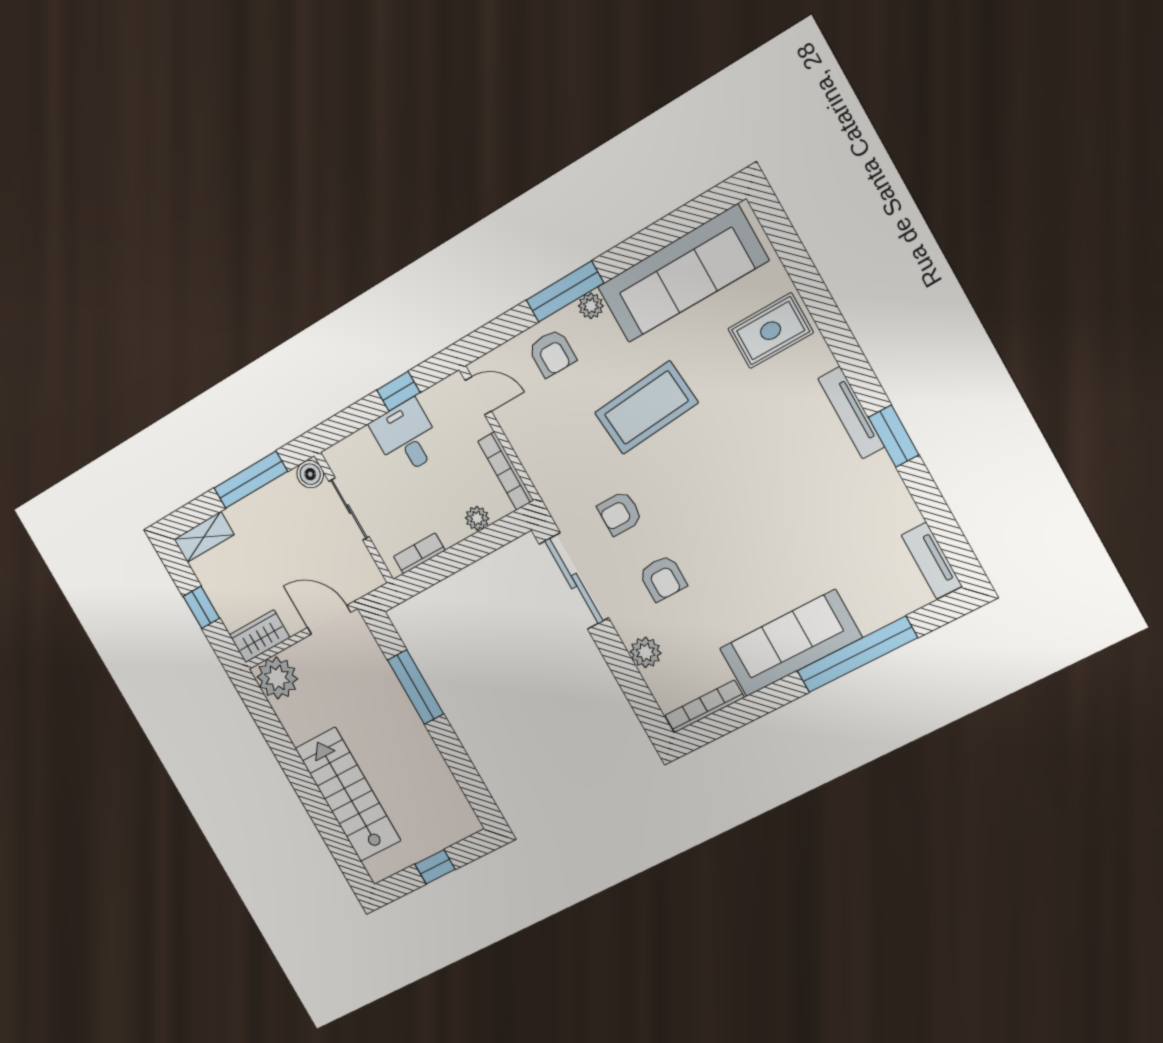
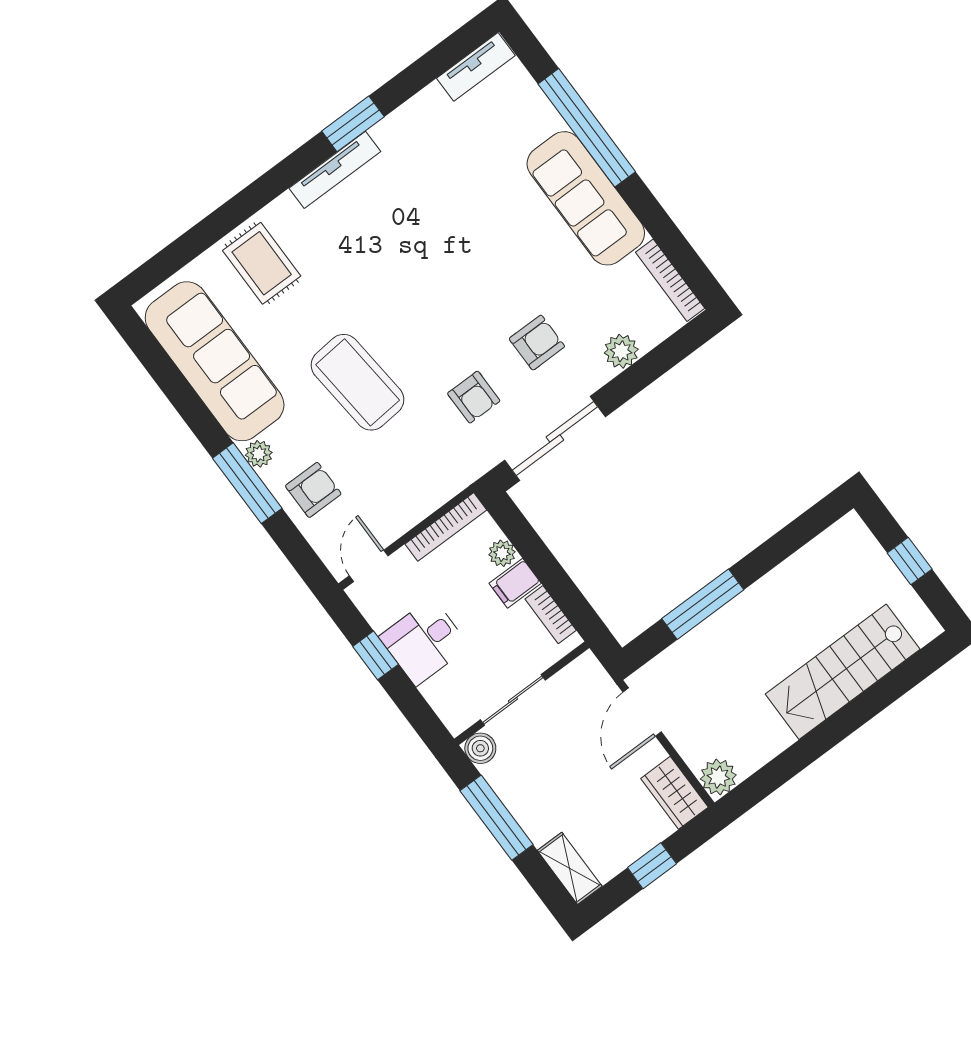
filing cabinet: (450, 526) -> (515, 583), added
plant: (277, 678) -> (718, 777), width x0.73, depth x0.73

